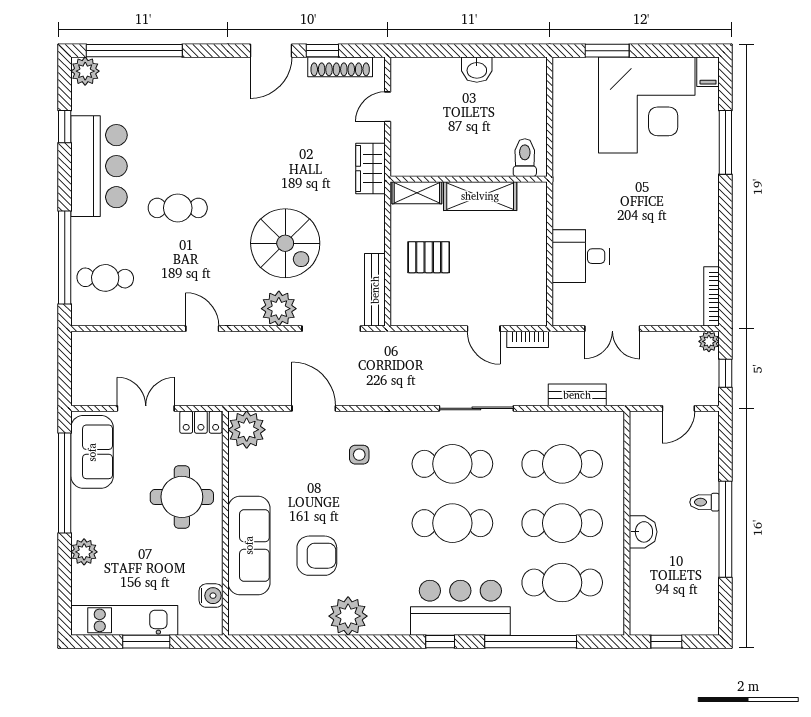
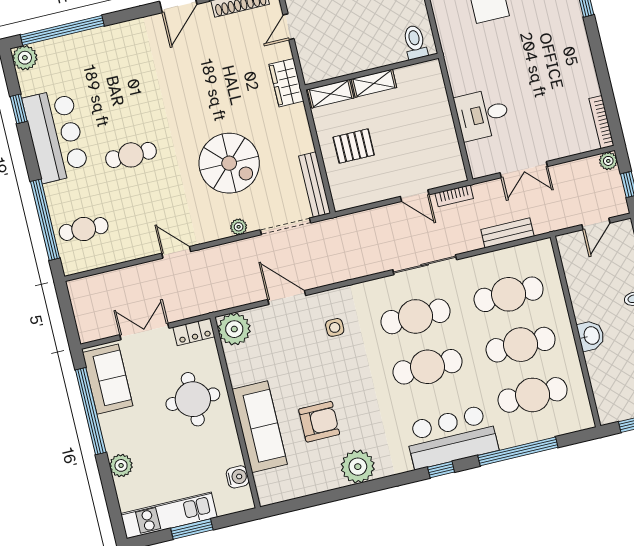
shelving: (480, 196) -> (374, 83), width x0.67, depth x0.75
plant: (279, 309) -> (239, 227), width x0.53, depth x0.53

